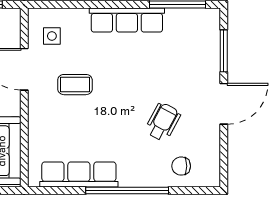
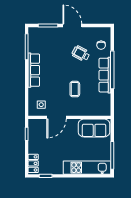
coffee table: (75, 85) -> (75, 89), moved
row of seats: (79, 174) -> (105, 75), moved

